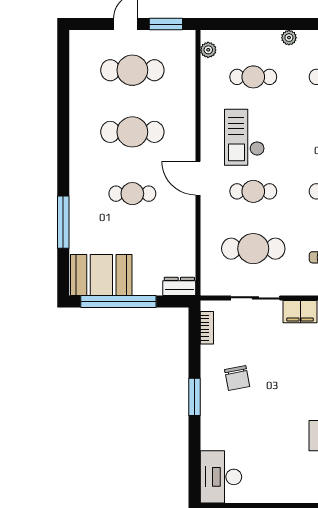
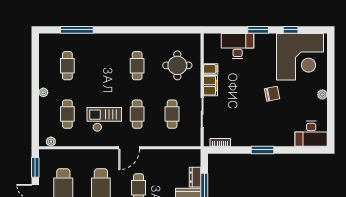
checkout: (244, 137) -> (104, 119), turned 180
cafe table: (253, 249) -> (172, 114), width x0.73, depth x0.74
dresser: (179, 286) -> (195, 177), moved
chair: (237, 378) -> (272, 94), moved
plant: (285, 495) -> (322, 95), added

